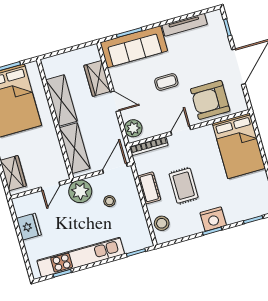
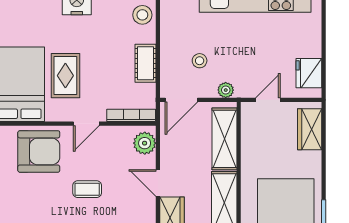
rug: (184, 186) -> (65, 76), moved
plant: (80, 191) -> (226, 90), width x0.53, depth x0.53
fridge: (29, 227) -> (309, 73), moved

